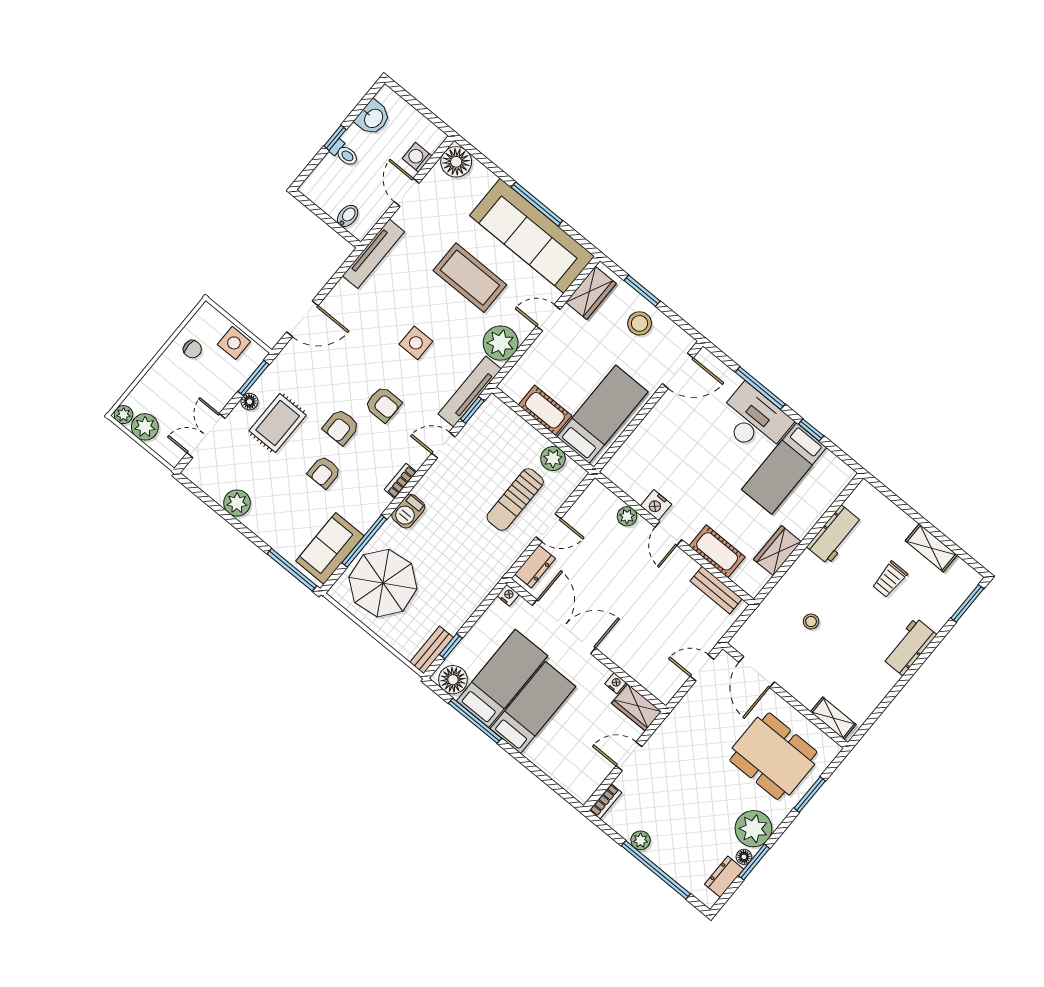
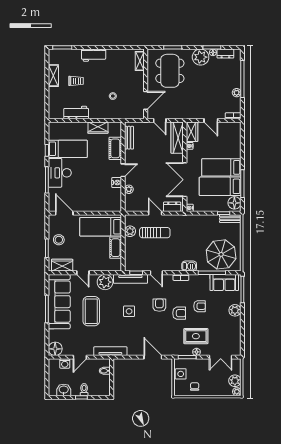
plant: (237, 503) -> (235, 310), moved
wardrobe: (647, 673) -> (177, 138), added

